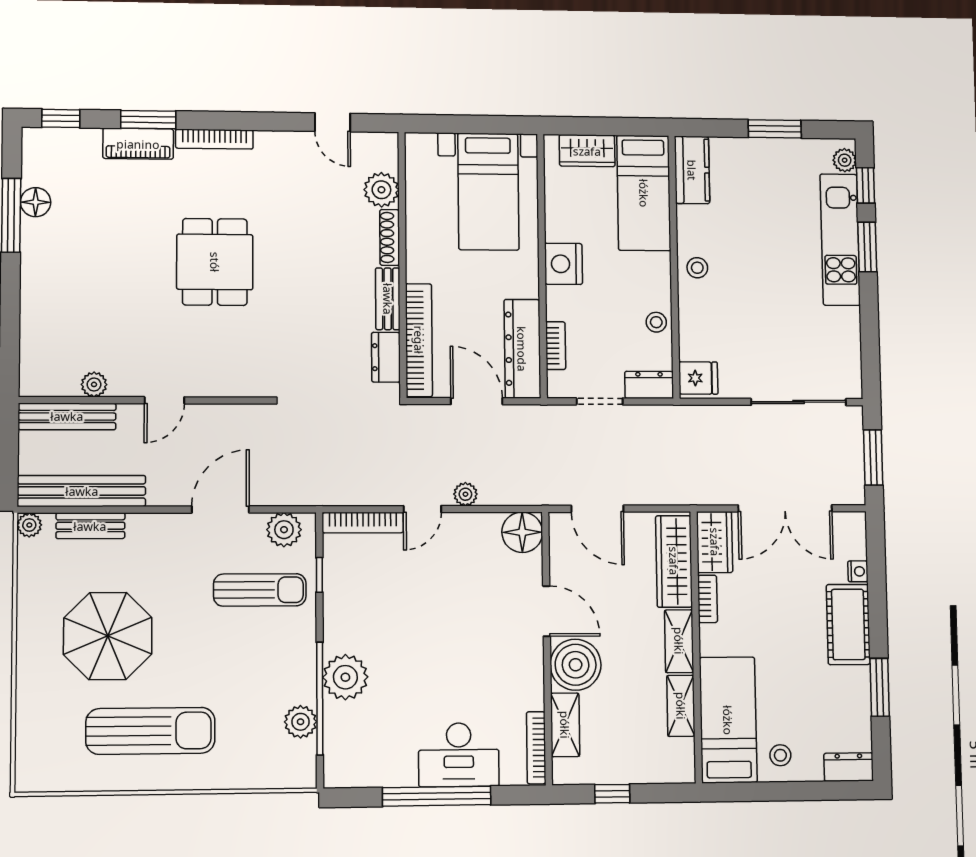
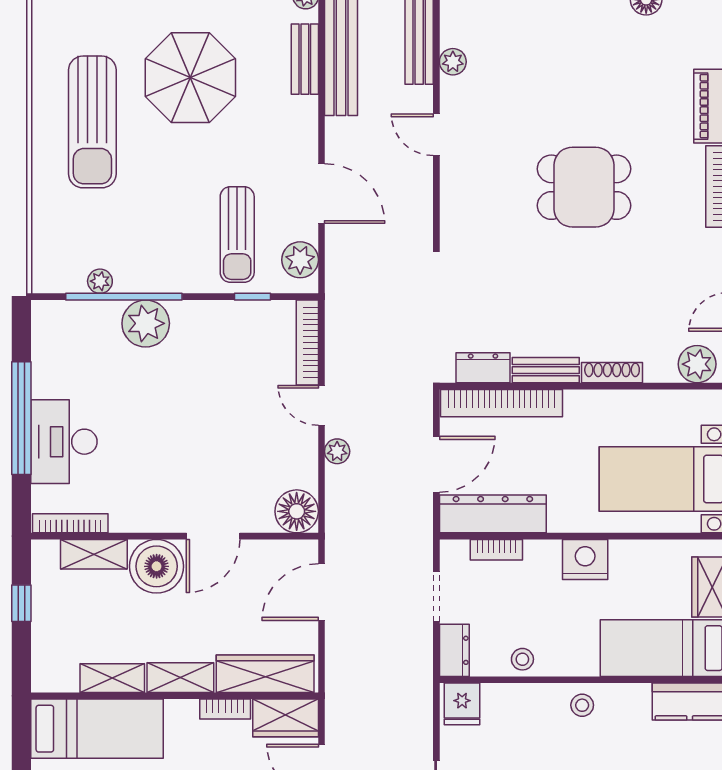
plant: (381, 190) -> (697, 364), moved
plant: (301, 722) -> (100, 281), width x0.73, depth x0.73

